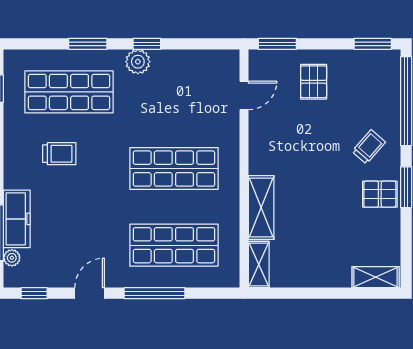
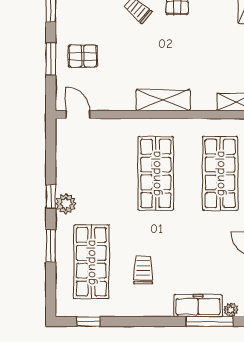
window: (277, 44) -> (51, 59), moved
door: (244, 95) -> (78, 115), moved
shelving: (261, 208) -> (163, 100), moved

